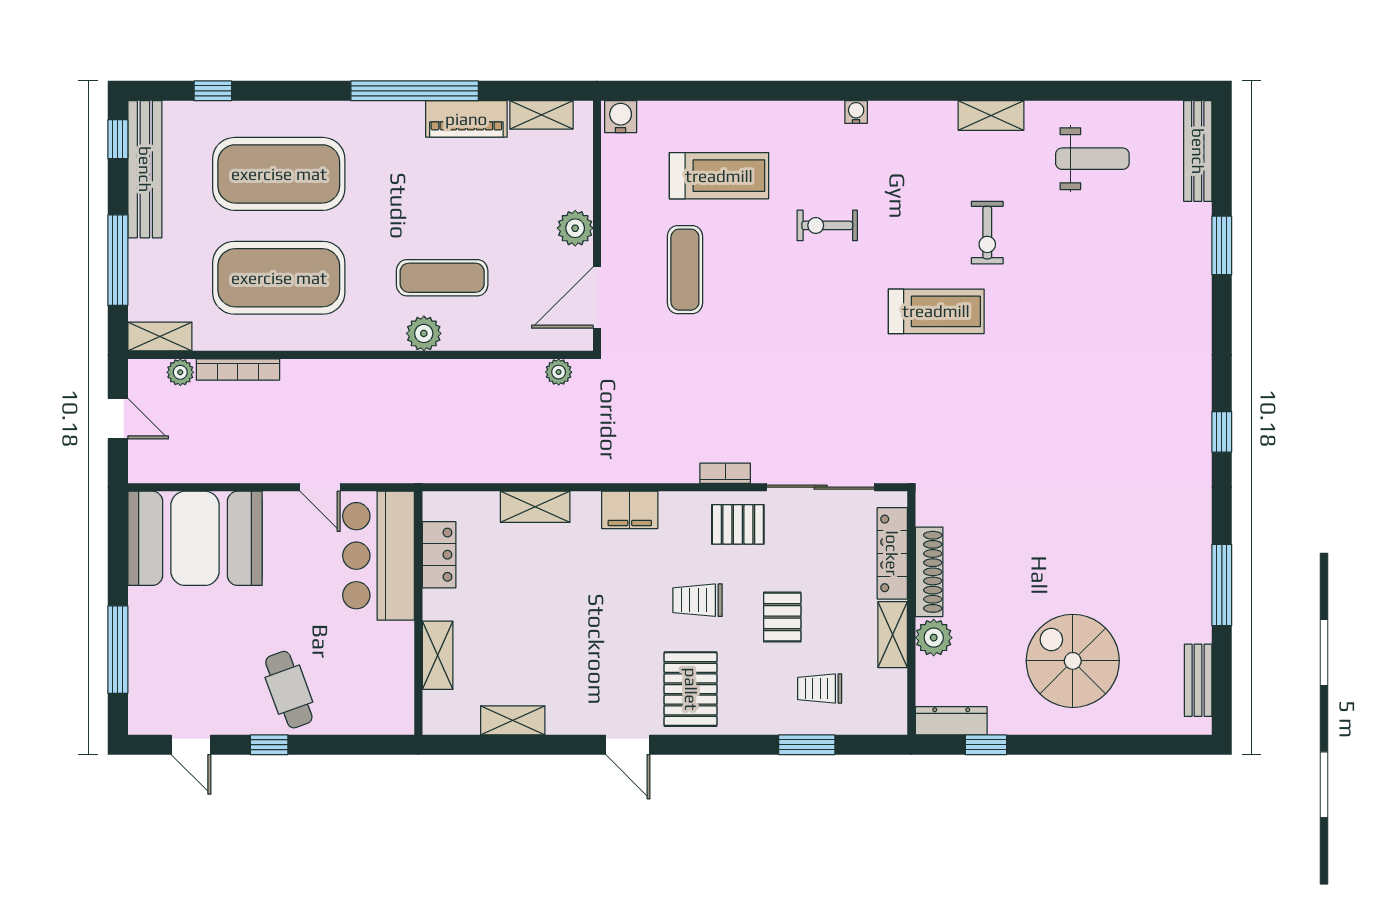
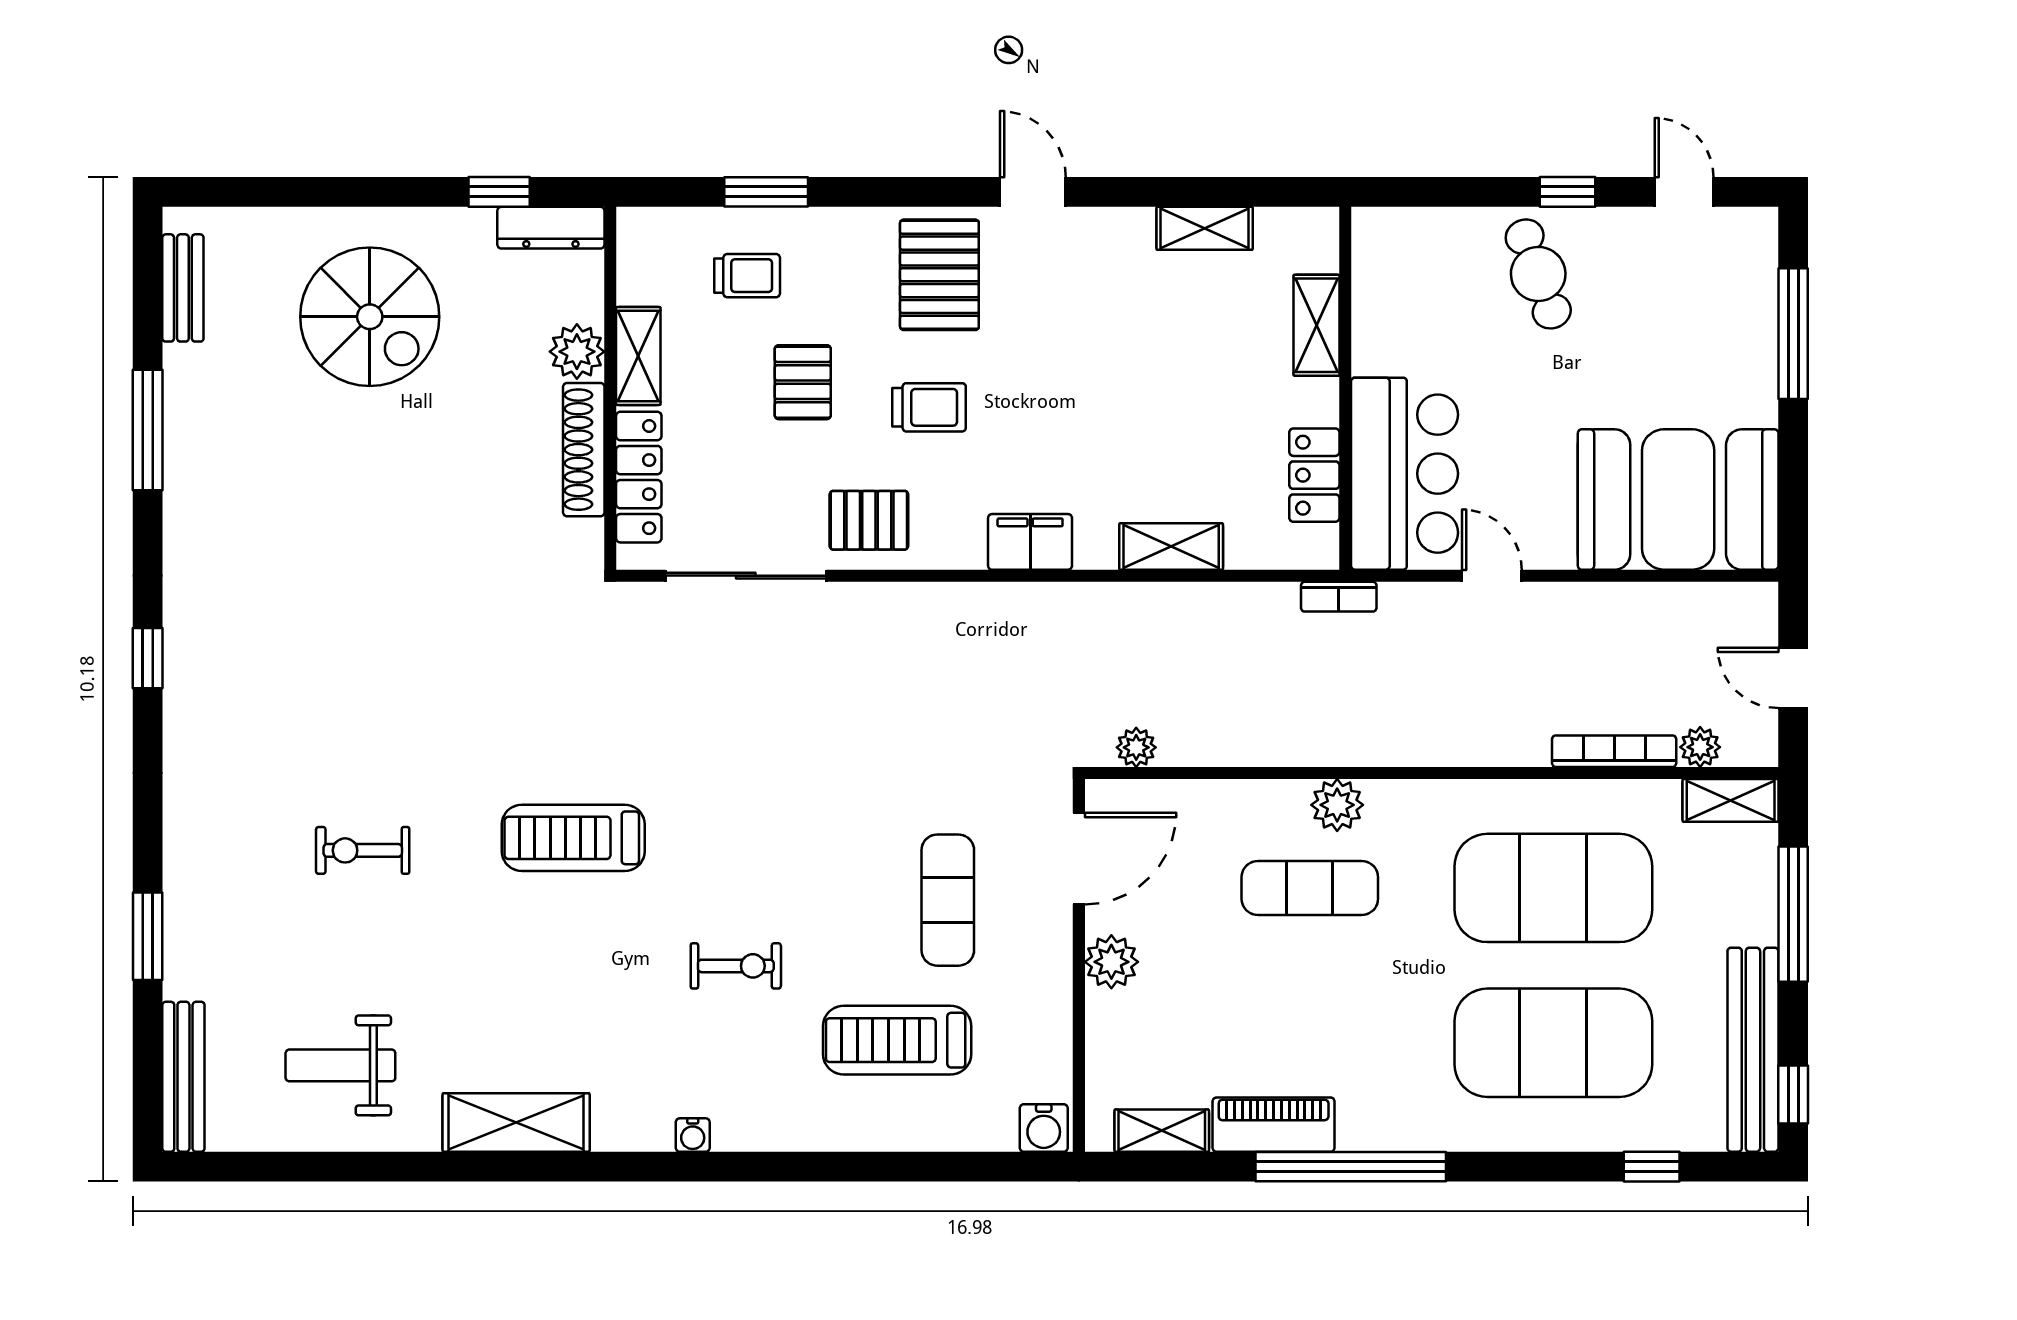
shelving: (991, 116) -> (516, 1122), width x1.50, depth x1.33
exercise bike: (987, 233) -> (363, 850), moved, turned -90
bookcase: (725, 473) -> (1339, 597), moved

